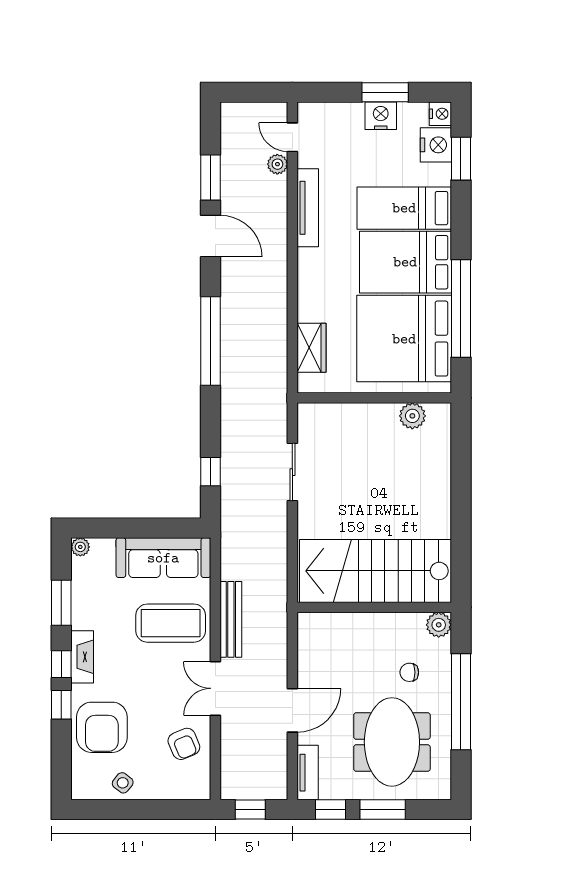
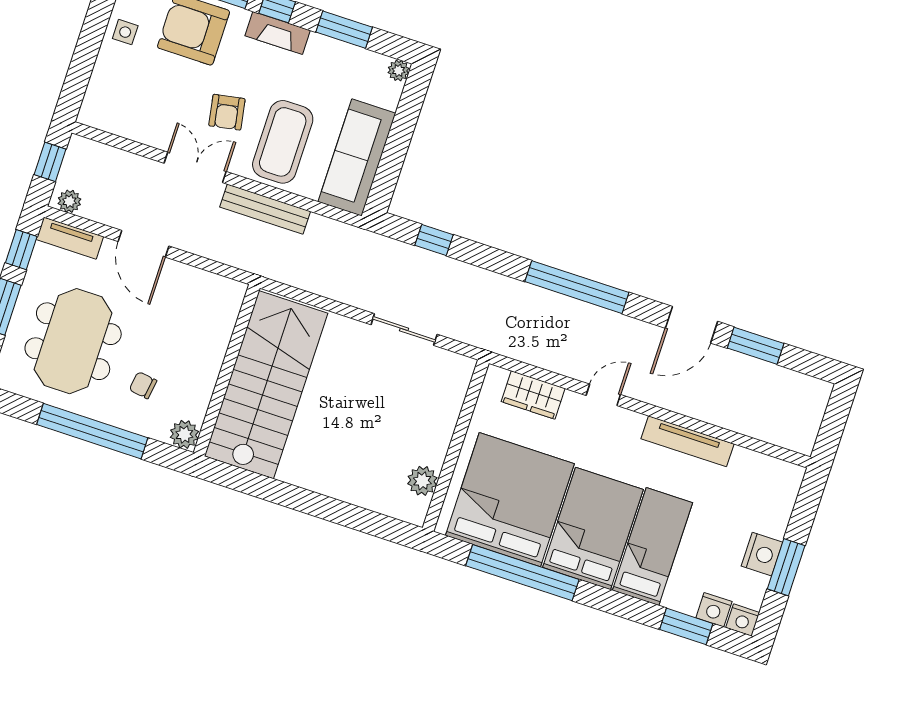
door: (292, 137) -> (603, 395), moved
nightstand: (436, 145) -> (714, 610), width x0.74, depth x0.75
plant: (277, 164) -> (69, 201), moved
chair: (409, 672) -> (143, 385), turned -82
meeting table: (392, 742) -> (73, 341), turned 90
armchair: (184, 744) -> (227, 112), moved, turned -77
side table: (123, 783) -> (125, 32), turned -38

